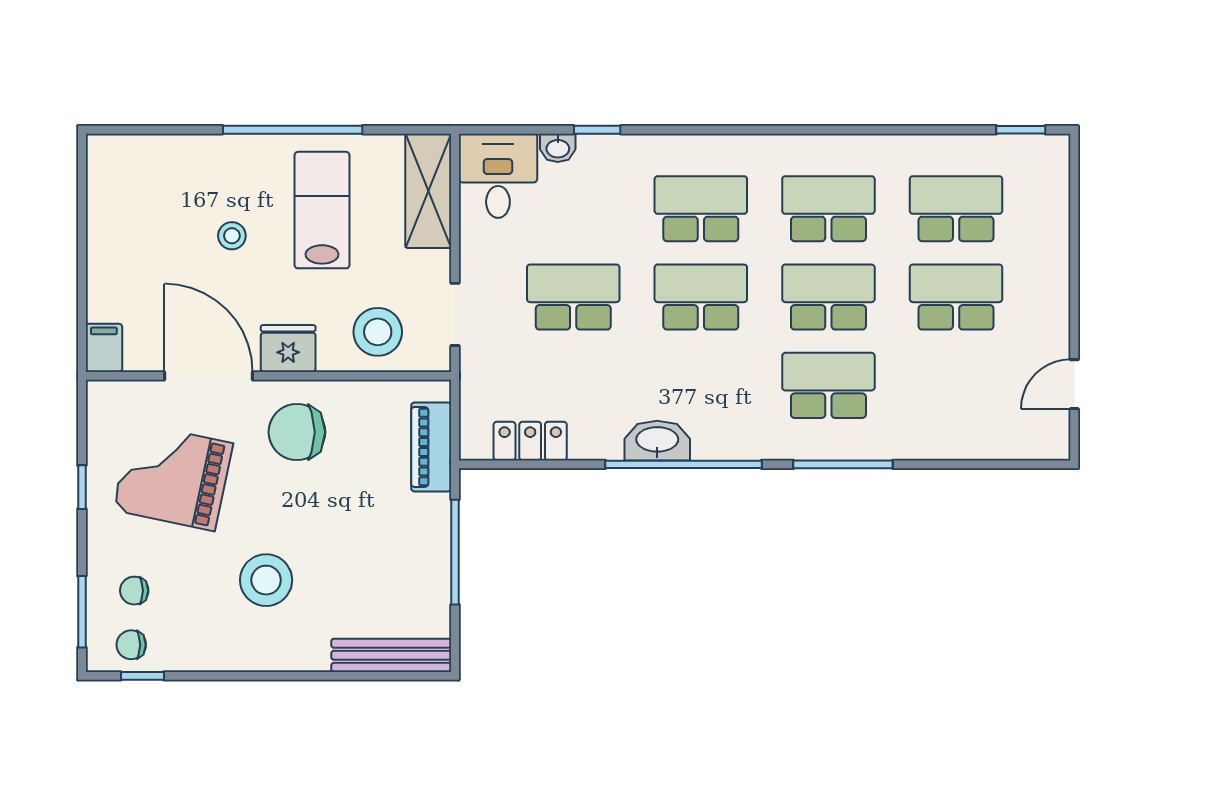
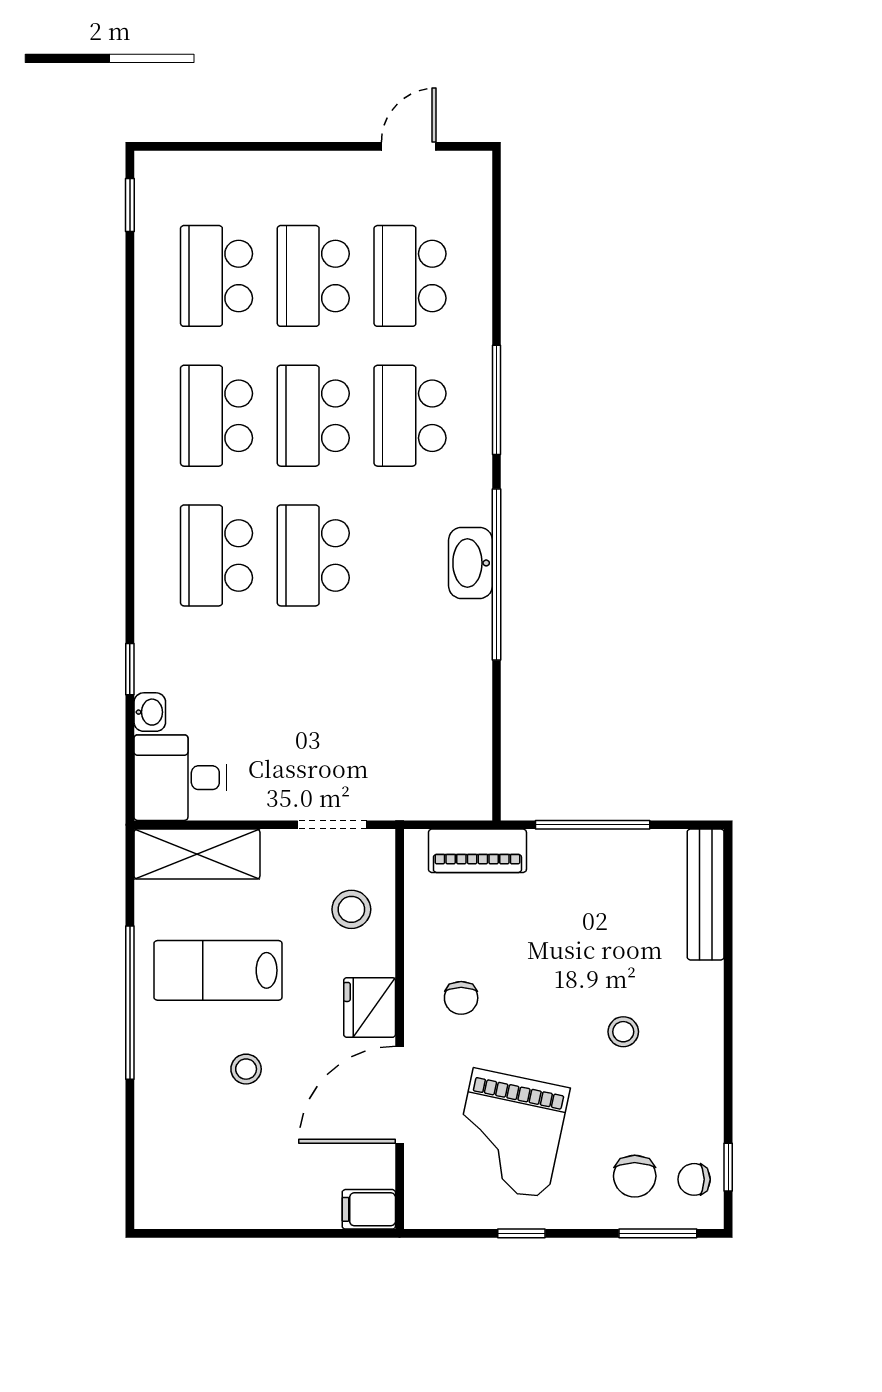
school desk: (573, 297) -> (410, 276), moved
stool: (378, 332) -> (351, 909), width x0.73, depth x0.73
door: (1074, 384) -> (409, 146), swing flipped
chair: (297, 432) -> (461, 998), width x0.54, depth x0.54
locker: (530, 441) -> (471, 742), removed
washbasin: (657, 441) -> (470, 563), moved
stool: (266, 580) -> (623, 1032), width x0.53, depth x0.53
chair: (134, 591) -> (635, 1176), width x1.37, depth x1.37
chair: (131, 645) -> (694, 1179), turned 90

